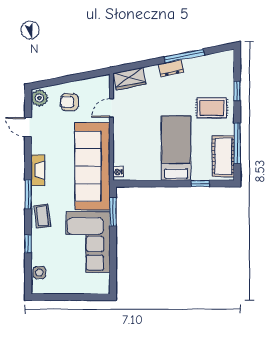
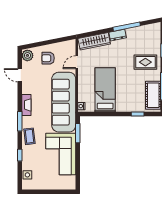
wardrobe: (130, 79) -> (94, 41), width x1.50
bed: (176, 148) -> (105, 90), moved

